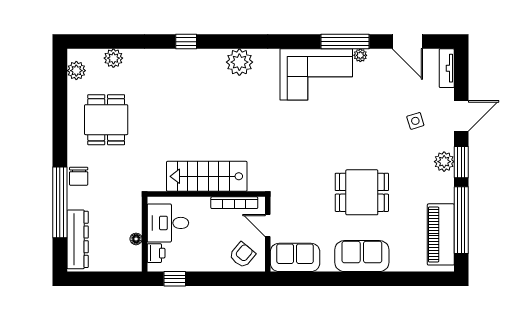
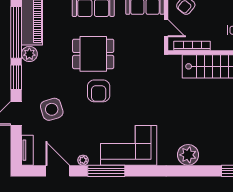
plant: (360, 55) -> (83, 160), moved
side table: (415, 121) -> (52, 109), width x1.87, depth x1.87
armchair: (355, 145) -> (99, 91), added
plant: (444, 162) -> (29, 54), moved

